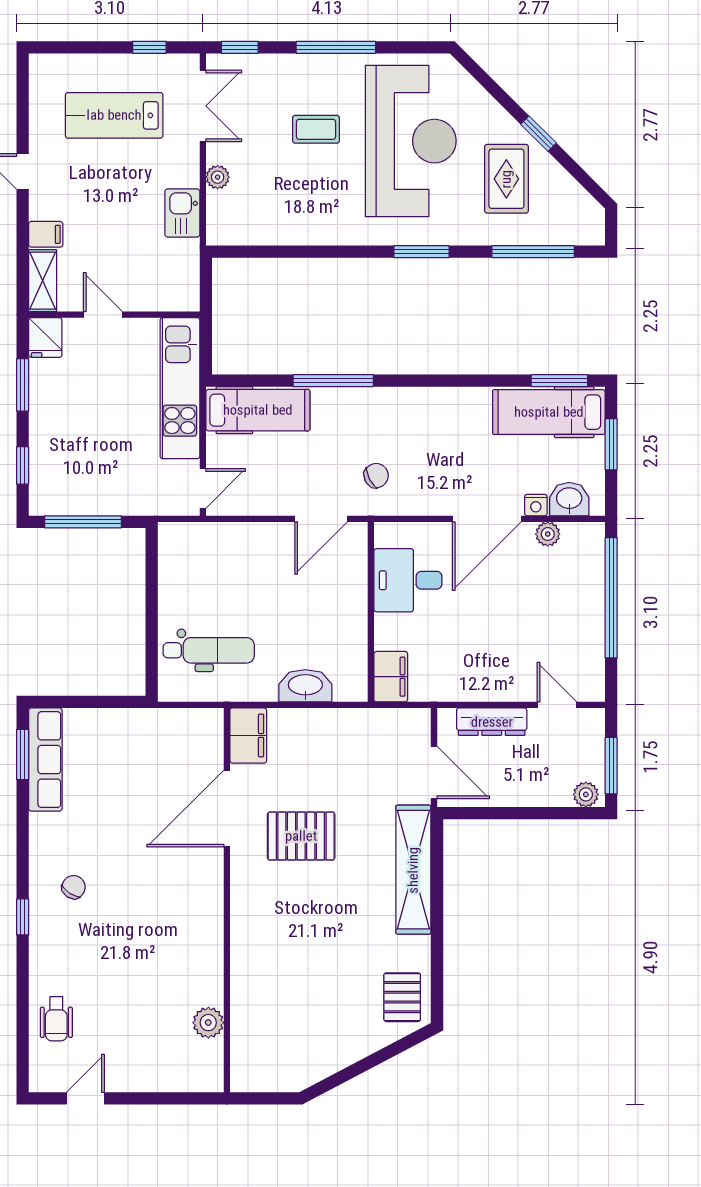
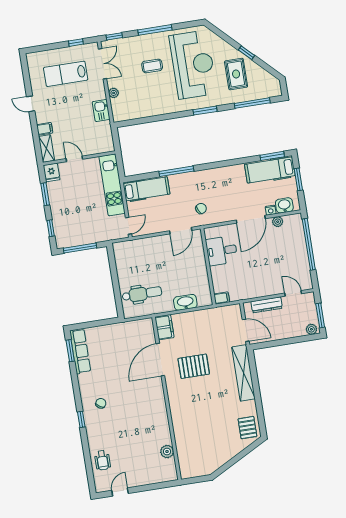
filing cabinet: (391, 677) -> (222, 298), width x0.50

